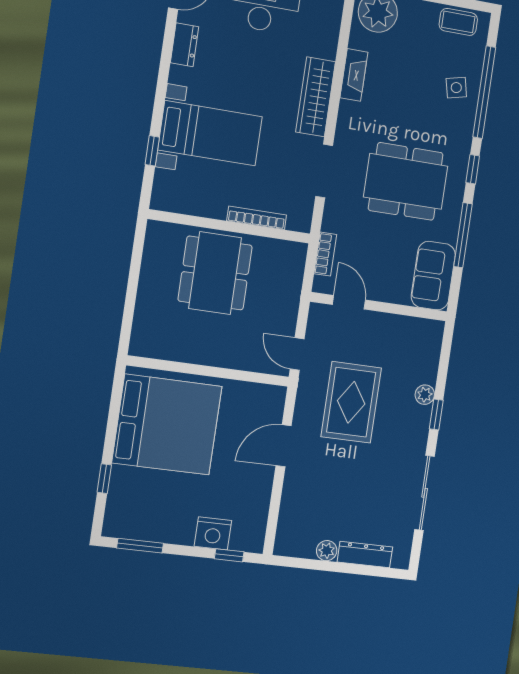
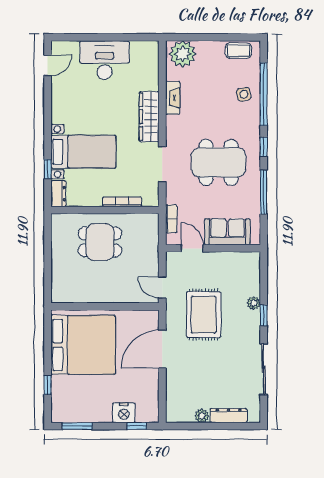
dresser: (185, 45) -> (58, 194), moved
dining table: (215, 273) -> (100, 242), width x0.73
sofa: (433, 276) -> (227, 232), moved, turned 90
door: (284, 446) -> (162, 349), width x1.36

